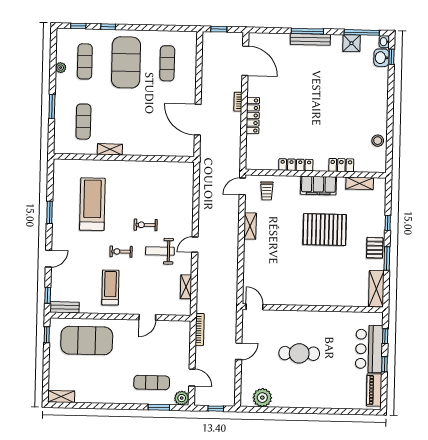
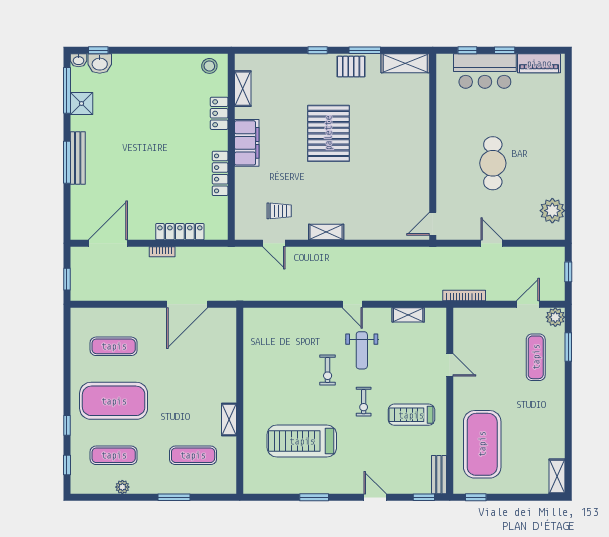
locker: (296, 165) -> (220, 173), moved
locker: (341, 165) -> (219, 113), moved
wall: (316, 174) -> (231, 147), moved
shelving: (360, 183) -> (243, 89), moved
filing cabinet: (318, 186) -> (247, 143), moved

